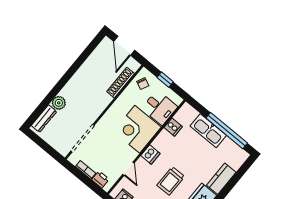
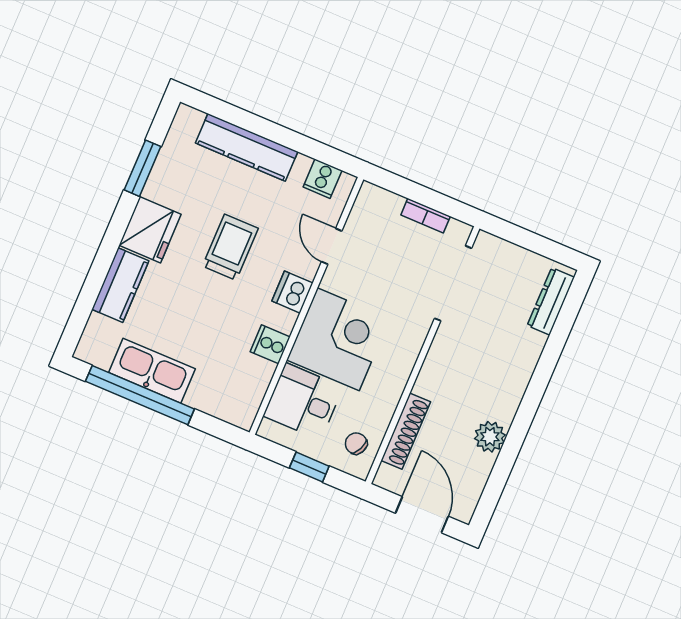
plant: (59, 103) -> (490, 437), moved
cooker: (173, 127) -> (270, 344), moved
kitchen sink: (208, 131) -> (152, 371), moved
printer: (100, 179) -> (386, 204), removed

